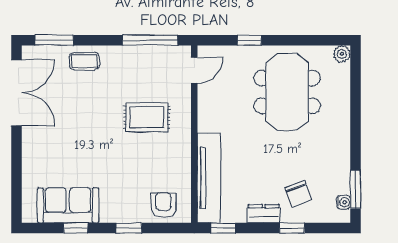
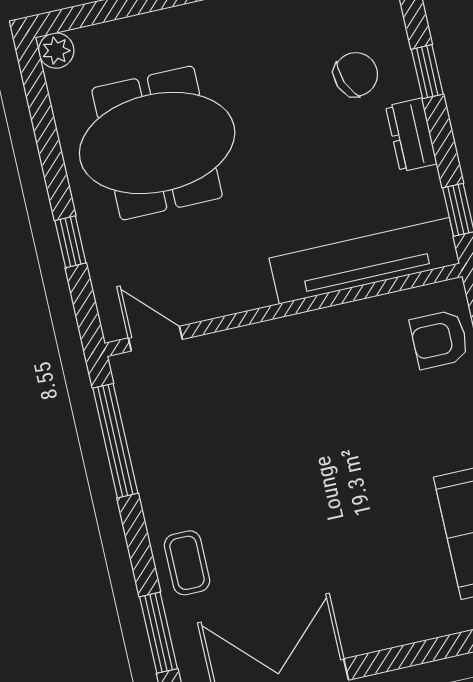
rug: (147, 117) -> (271, 412), removed

